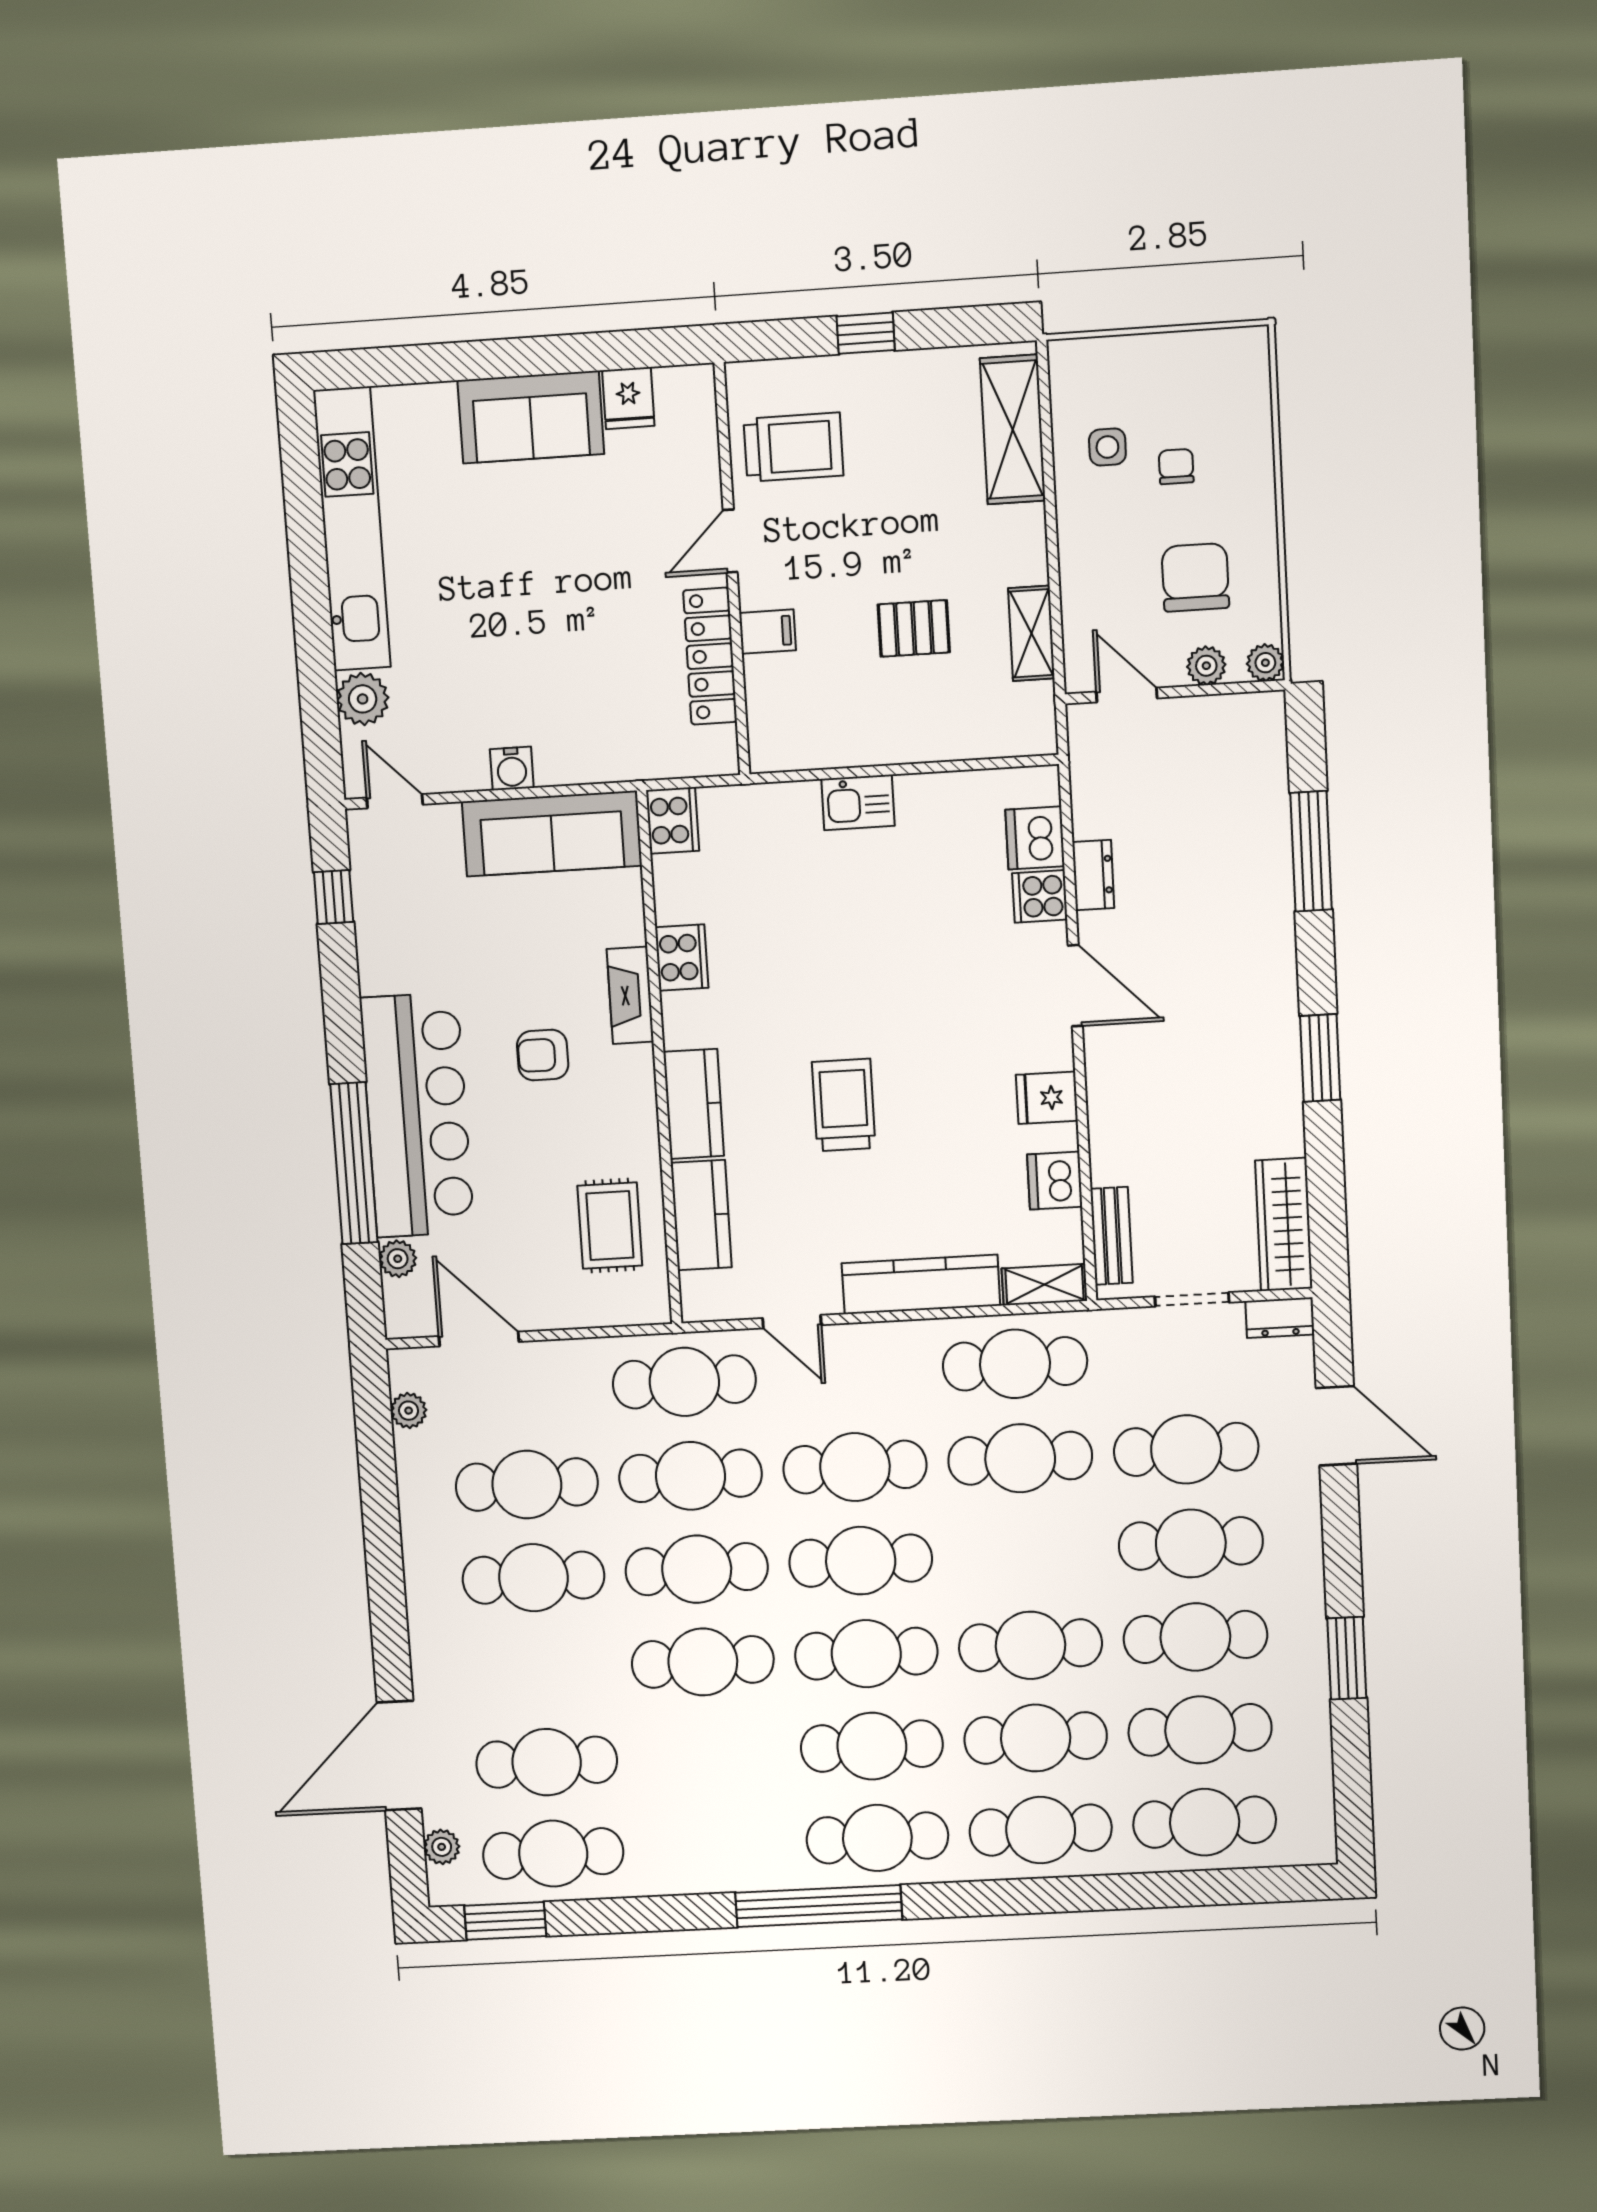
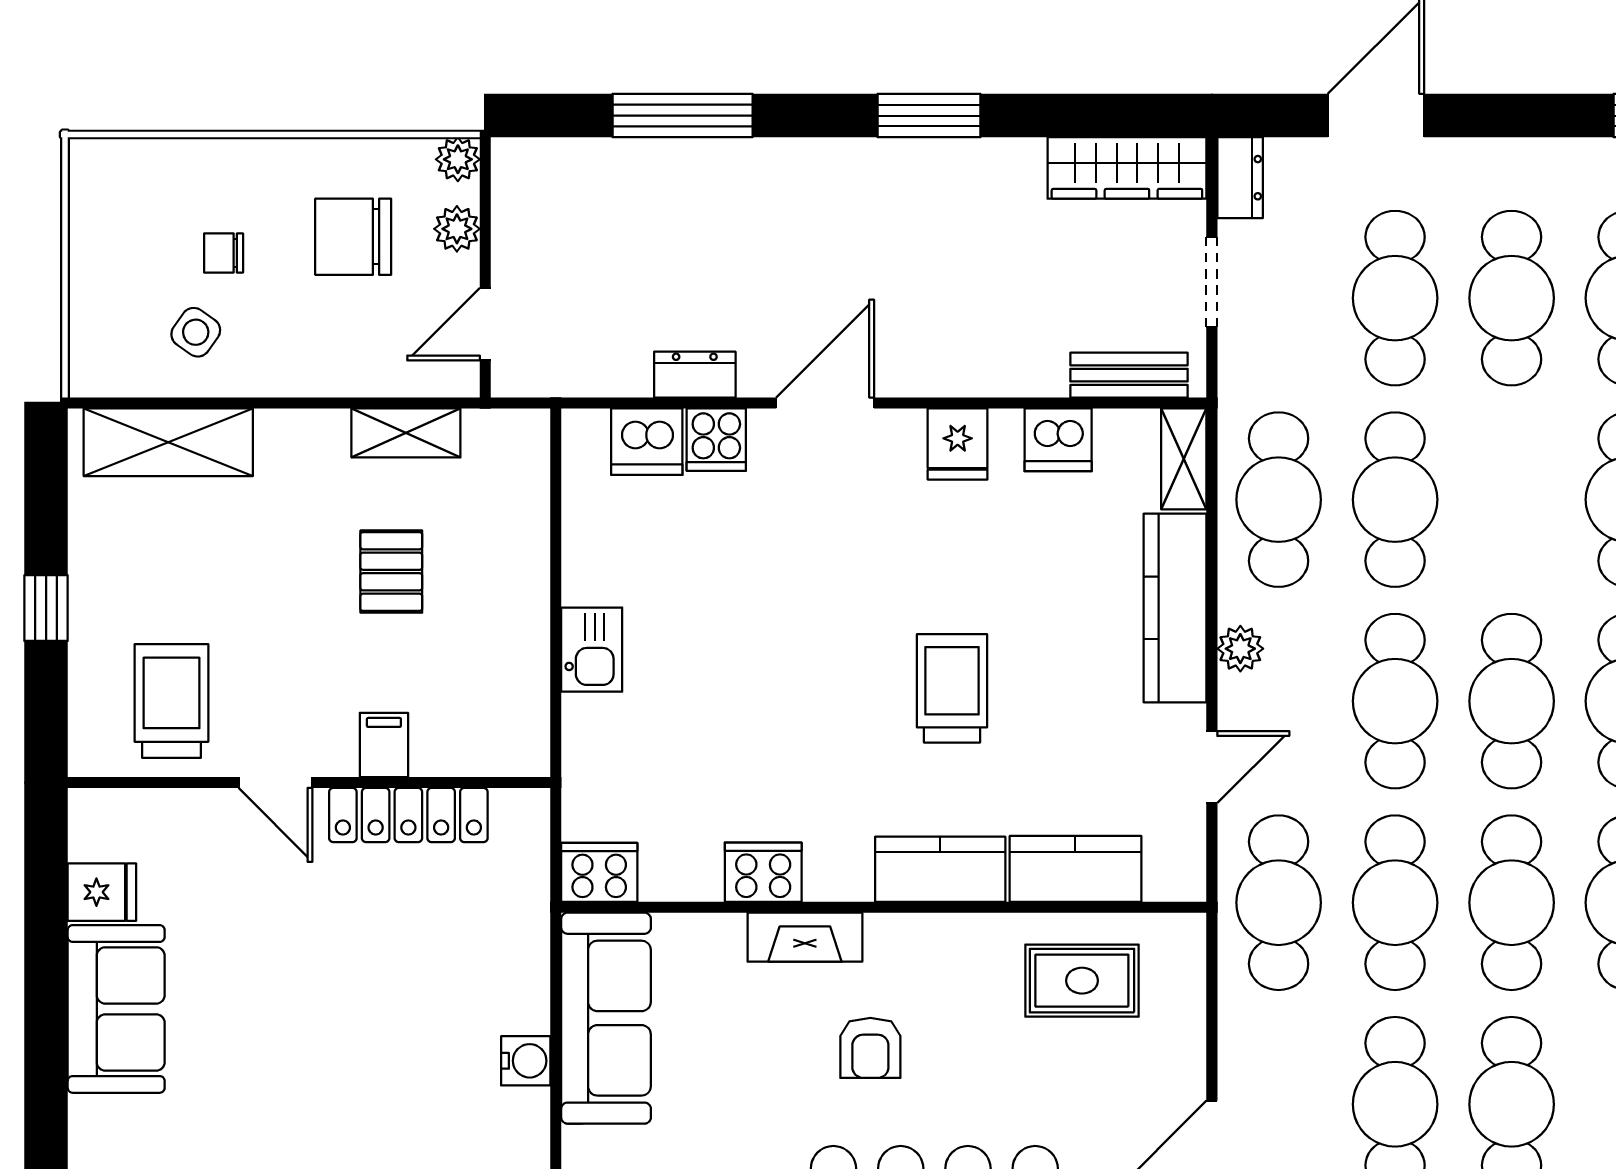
side table: (1107, 447) -> (196, 332), turned 35
trolley: (844, 1105) -> (952, 688), turned 90
plant: (891, 1339) -> (1240, 649), added

